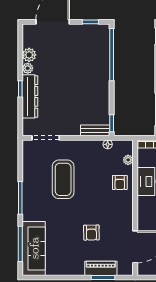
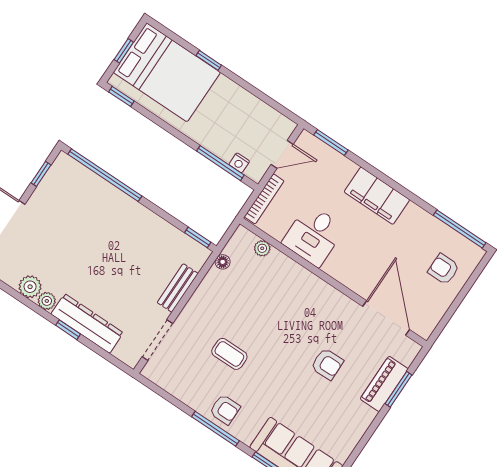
bench: (95, 130) -> (178, 288), moved
coffee table: (63, 179) -> (229, 354), width x0.54, depth x0.58
armchair: (120, 182) -> (225, 410), moved

